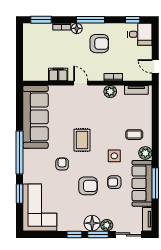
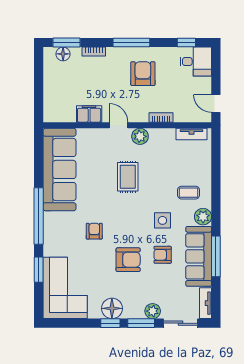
floor lamp: (77, 28) -> (63, 54), moved
armchair: (99, 44) -> (143, 74), turned -90
plant: (110, 92) -> (140, 136), moved
rug: (82, 140) -> (128, 177), moved
floor lamp: (92, 223) -> (112, 308), moved

